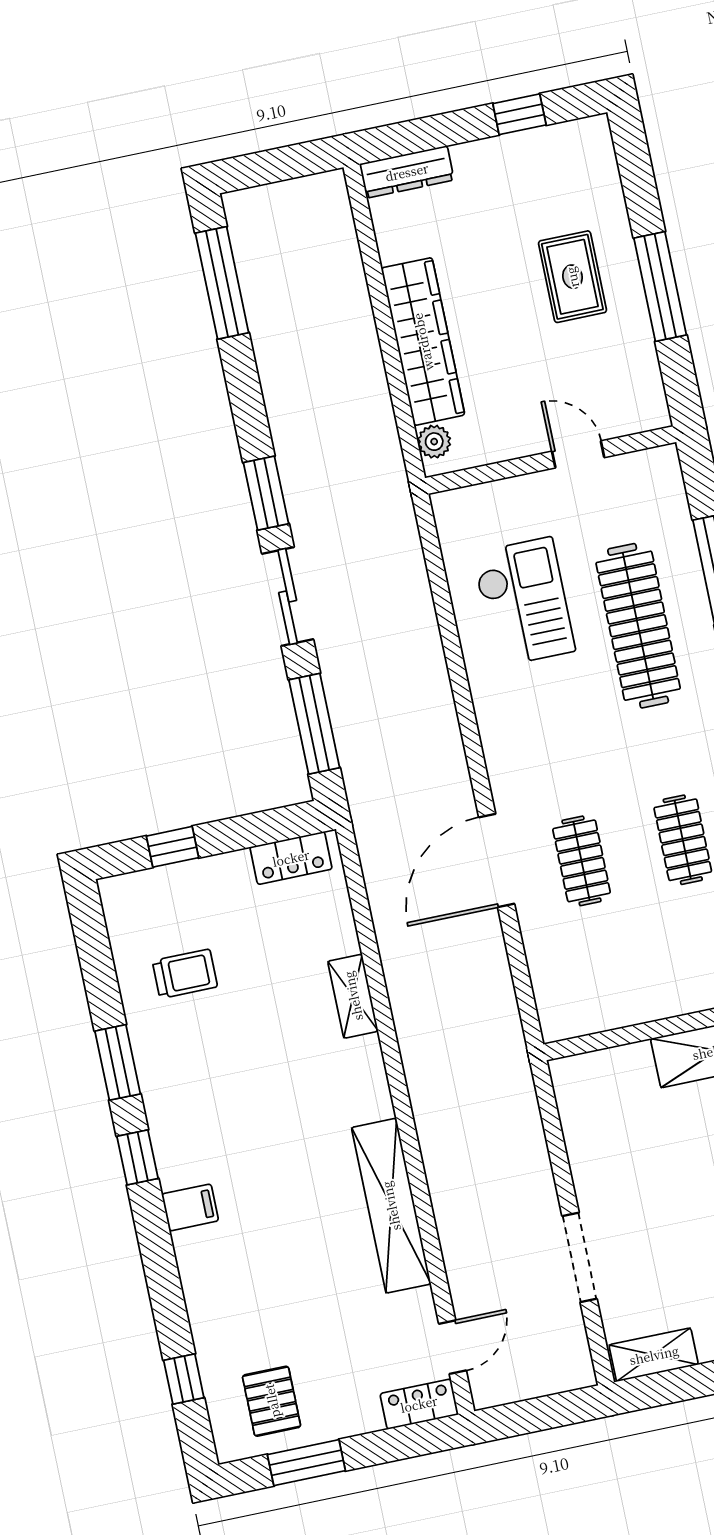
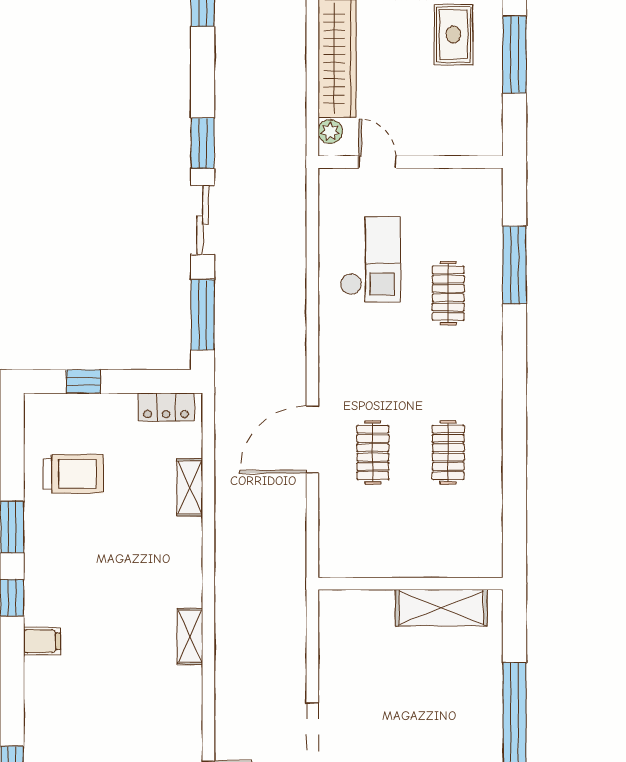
door: (578, 454) -> (377, 162), moved
clothes rail: (638, 626) -> (448, 293), width x0.54, depth x0.76
trolley: (185, 974) -> (73, 474), width x1.36, depth x1.39
shelving: (353, 996) -> (190, 487), moved
shelving: (391, 1206) -> (190, 636), width x0.45, depth x0.75

